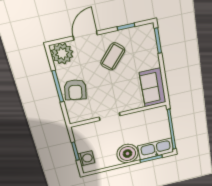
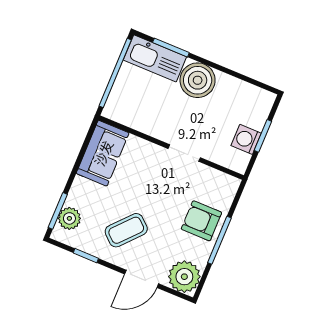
plant: (149, 41) -> (69, 218), added
armchair: (75, 90) -> (201, 221), turned -100
washing machine: (86, 158) -> (246, 139), moved

